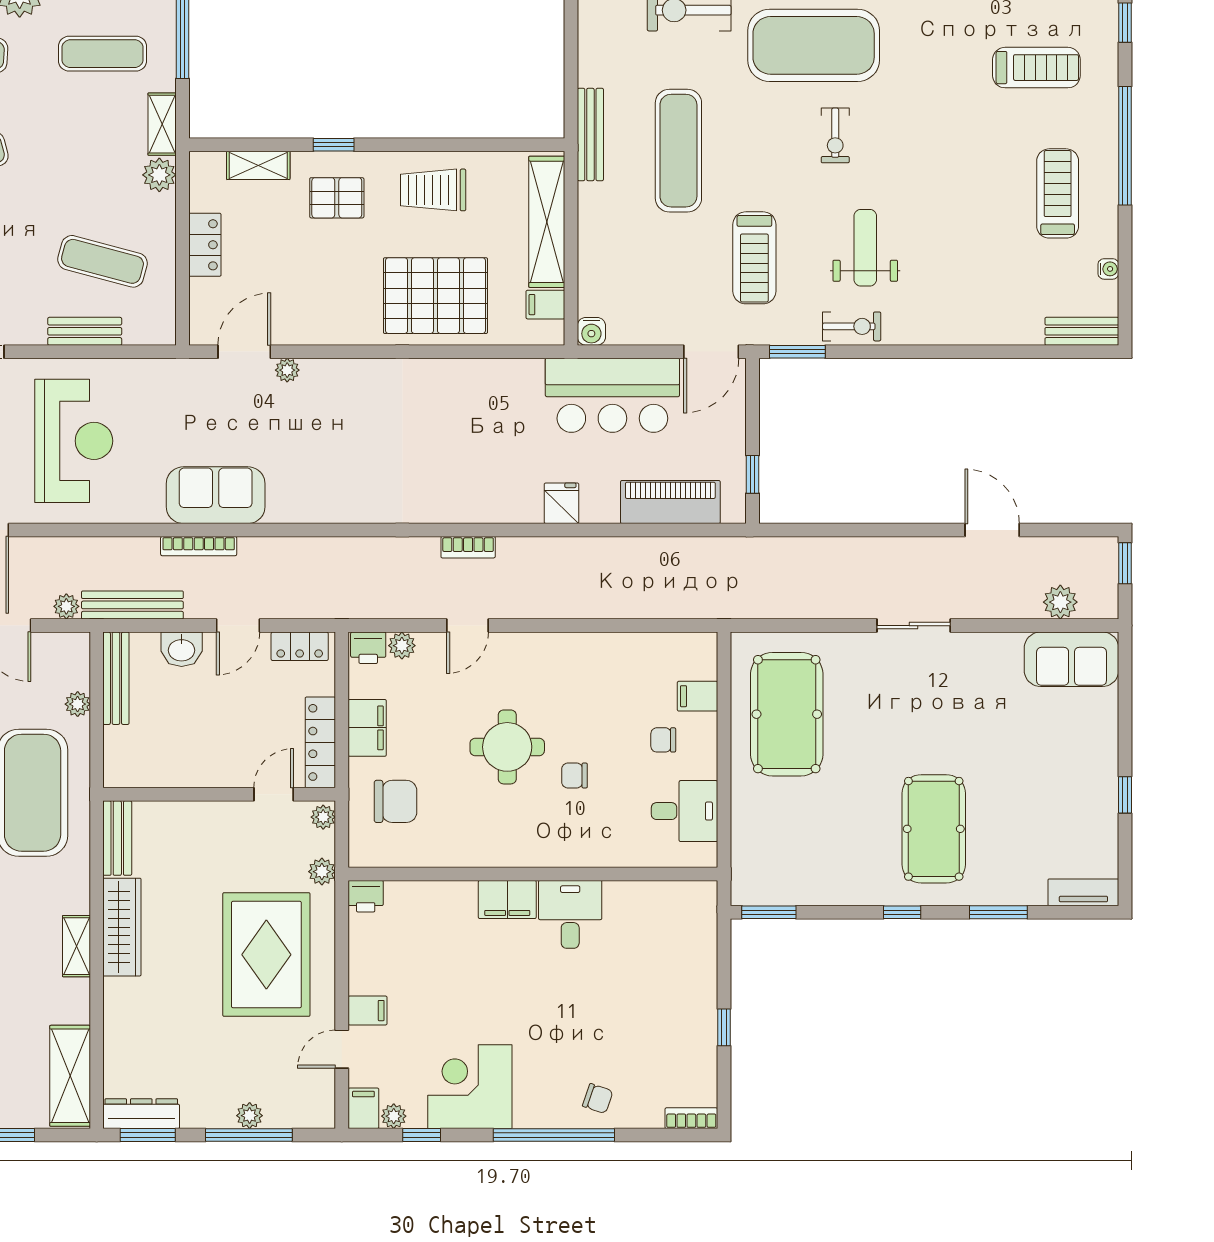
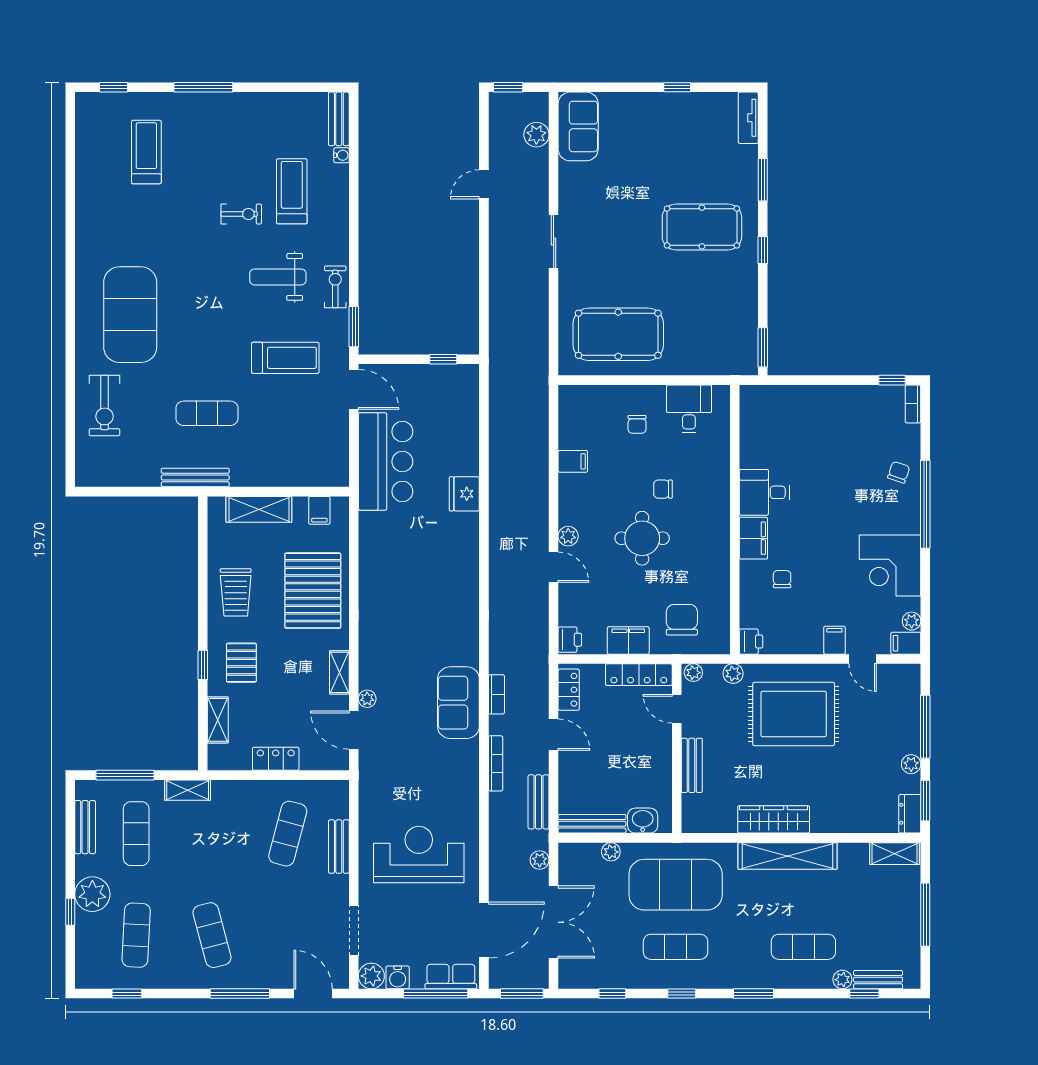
exercise bike: (835, 135) -> (241, 214), moved
window: (1125, 146) -> (203, 87), width x0.68
exercise mat: (678, 151) -> (207, 413), width x0.73, depth x0.69
plant: (159, 175) -> (225, 792), removed
treadmill: (1058, 193) -> (292, 191), moved, turned 90
shelving: (547, 222) -> (259, 509), width x0.68
water cooler: (1108, 269) -> (342, 155), moved, turned 90
water cooler: (591, 331) -> (339, 477), removed
shelving: (323, 332) -> (339, 672), added
sofa: (216, 495) -> (458, 703), moved
piano: (670, 502) -> (463, 419), removed
fridge: (562, 503) -> (464, 494), width x1.38
door: (992, 530) -> (484, 184), width x0.73
bookcase: (468, 547) -> (496, 694), moved
bench: (132, 605) -> (539, 802), width x0.73
plant: (402, 646) -> (568, 536), moved
washbasin: (182, 649) -> (643, 821), moved, turned -90
filing cabinet: (697, 696) -> (573, 461), moved, turned -90
chair: (575, 776) -> (663, 489), turned 90
bench: (117, 838) -> (692, 765), moved, turned 90
chair: (451, 939) -> (782, 579), added
shelving: (76, 946) -> (788, 856), width x2.20, depth x1.33
window: (724, 1027) -> (892, 380), moved
shelving: (70, 1076) -> (894, 854), width x0.67, depth x0.75
dresser: (141, 1114) -> (910, 814), width x0.70
plant: (250, 1116) -> (911, 764), moved
window: (422, 1135) -> (925, 601), removed

